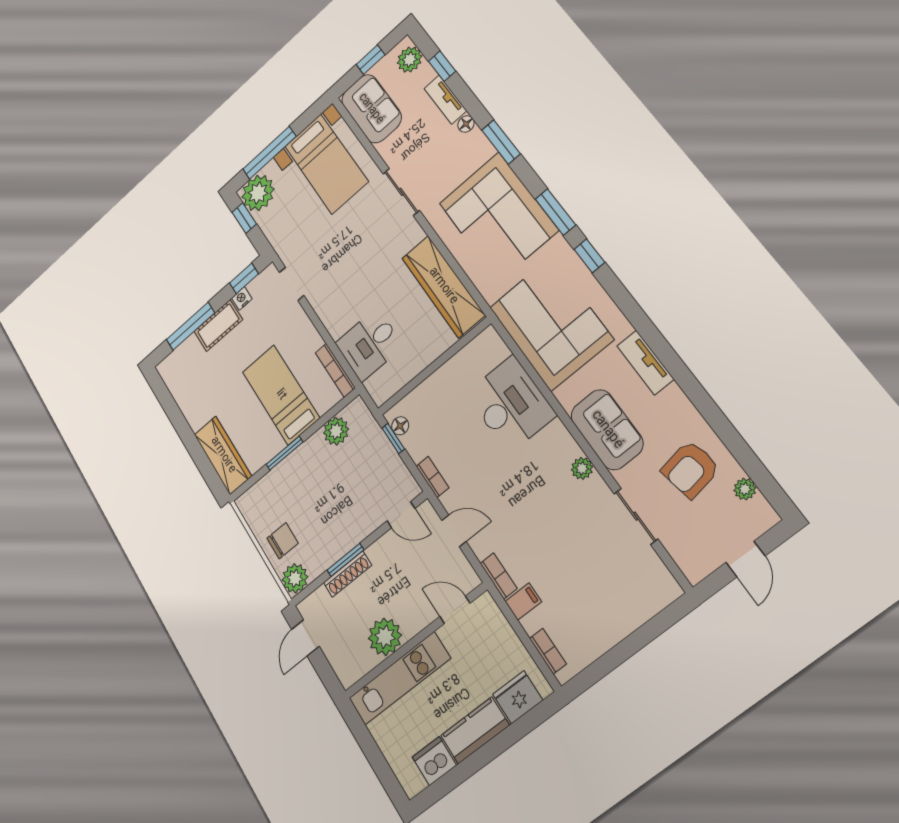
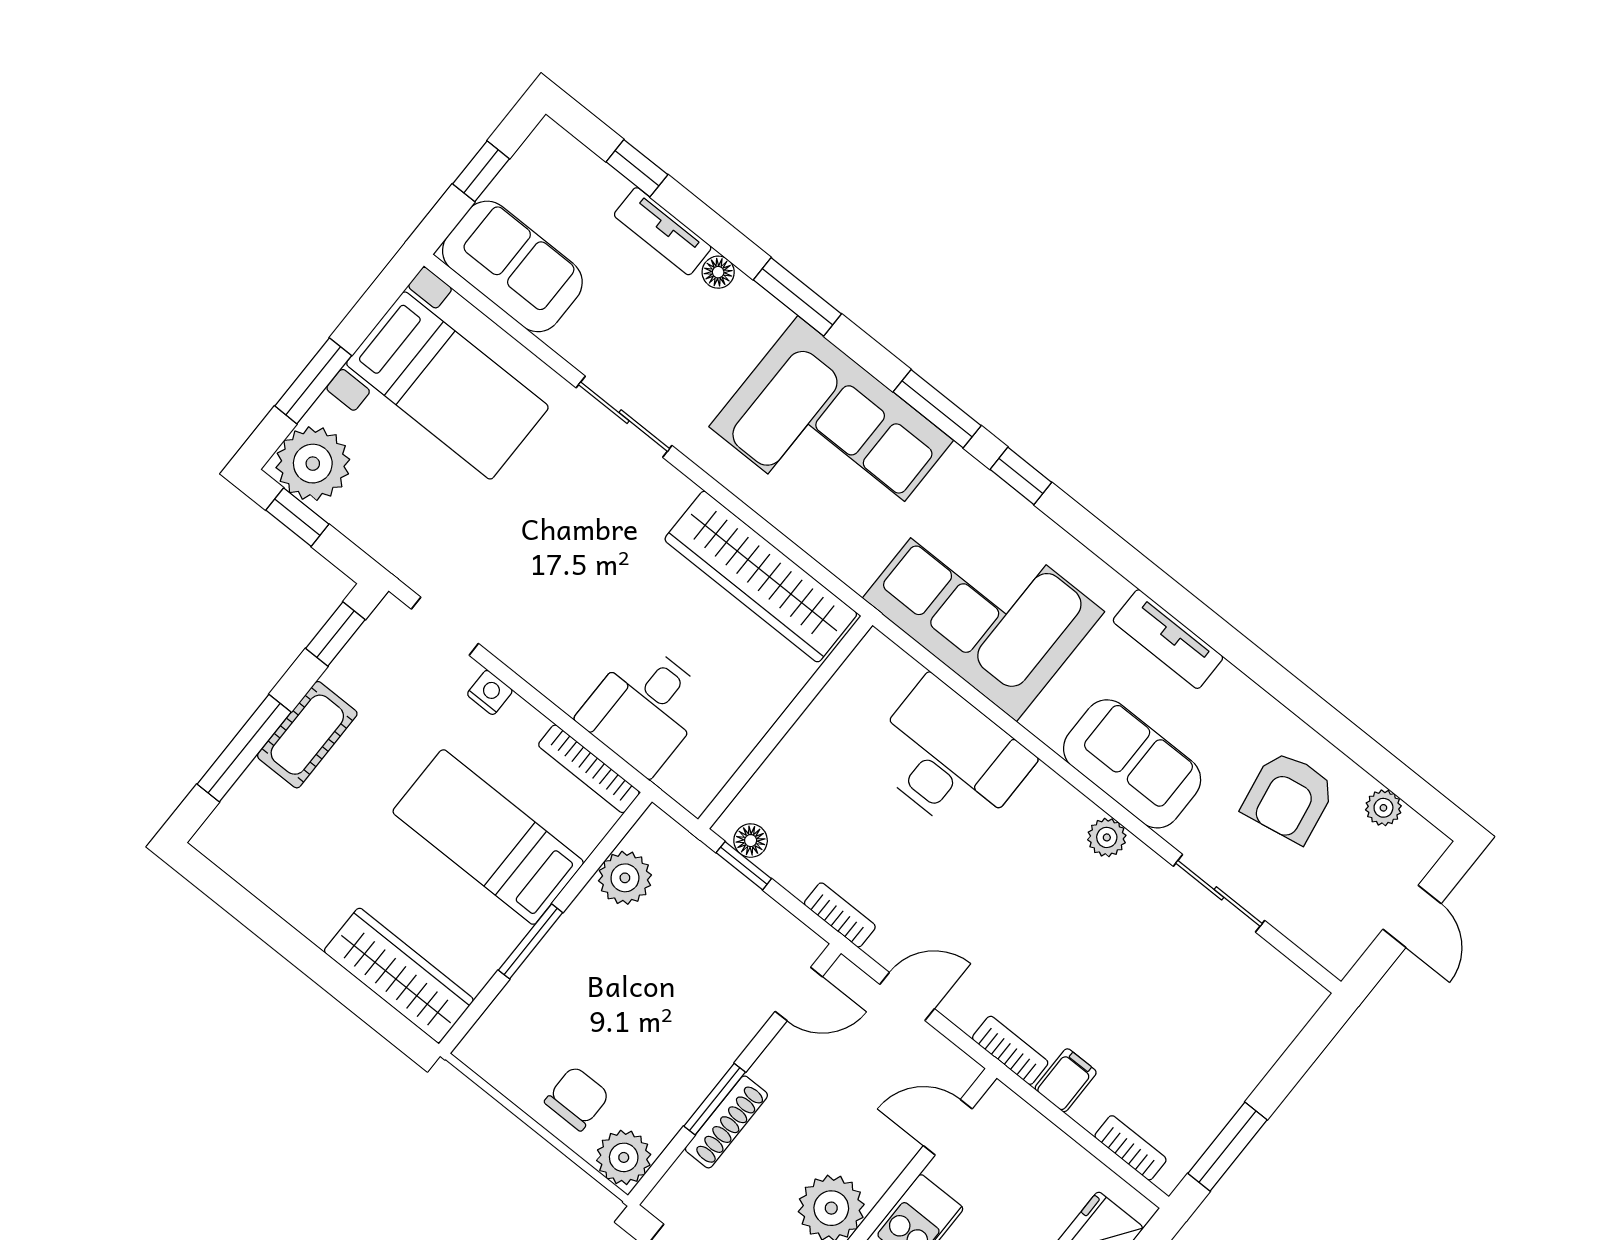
plant: (410, 60) -> (565, 163), removed
window: (269, 153) -> (313, 381), width x0.69
nightstand: (242, 298) -> (490, 692), moved, turned 90
window: (602, 667) -> (1227, 1147), added

